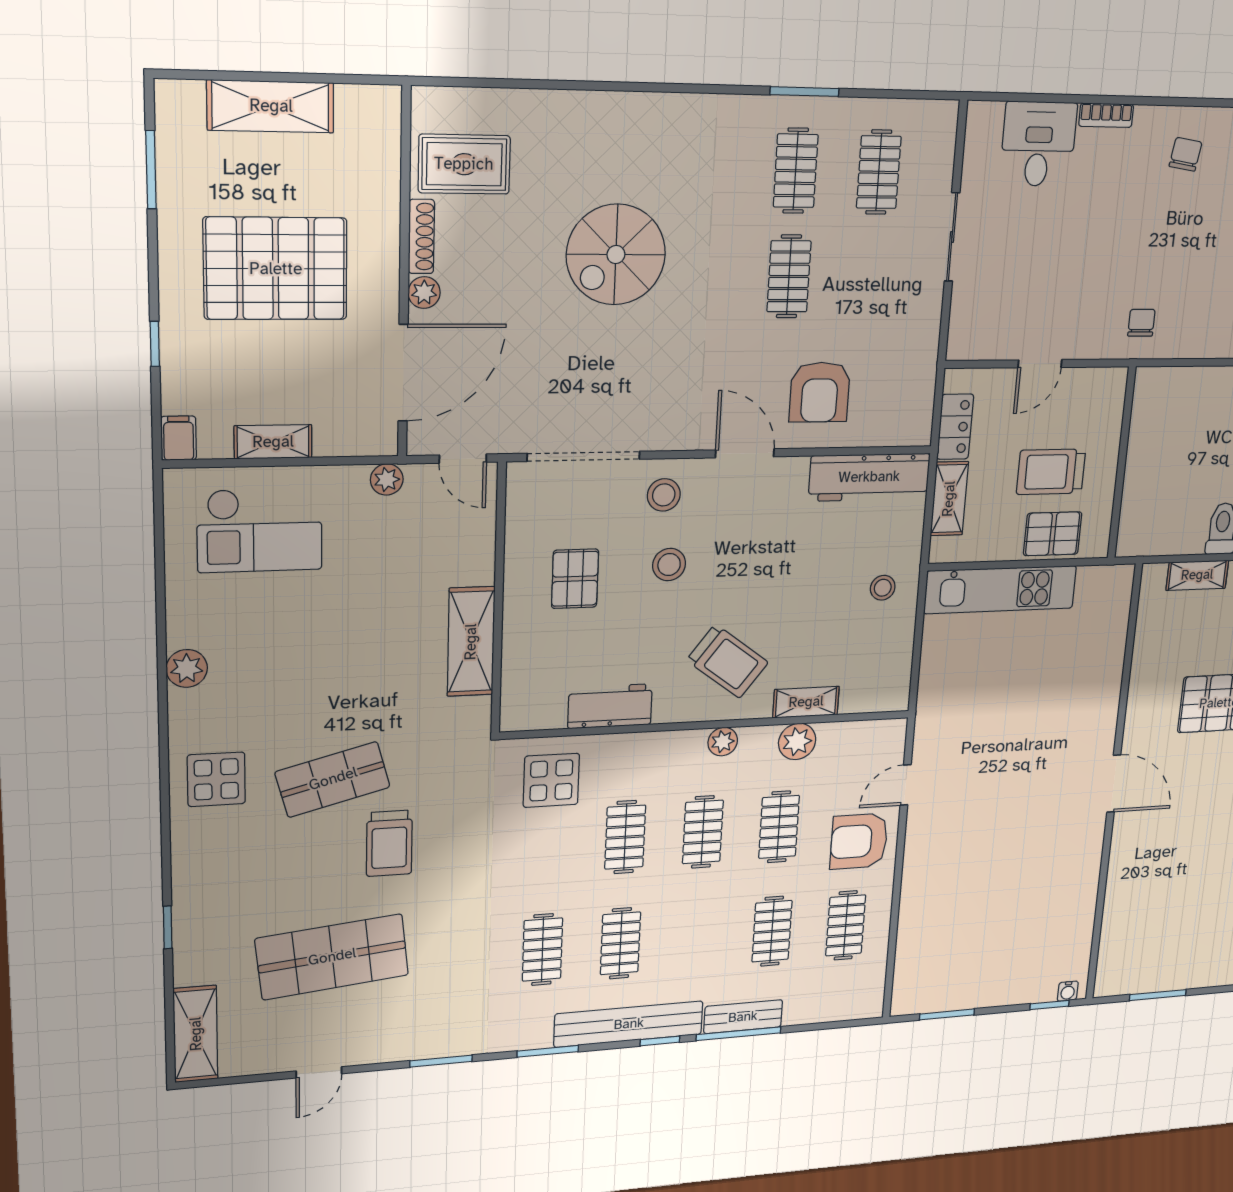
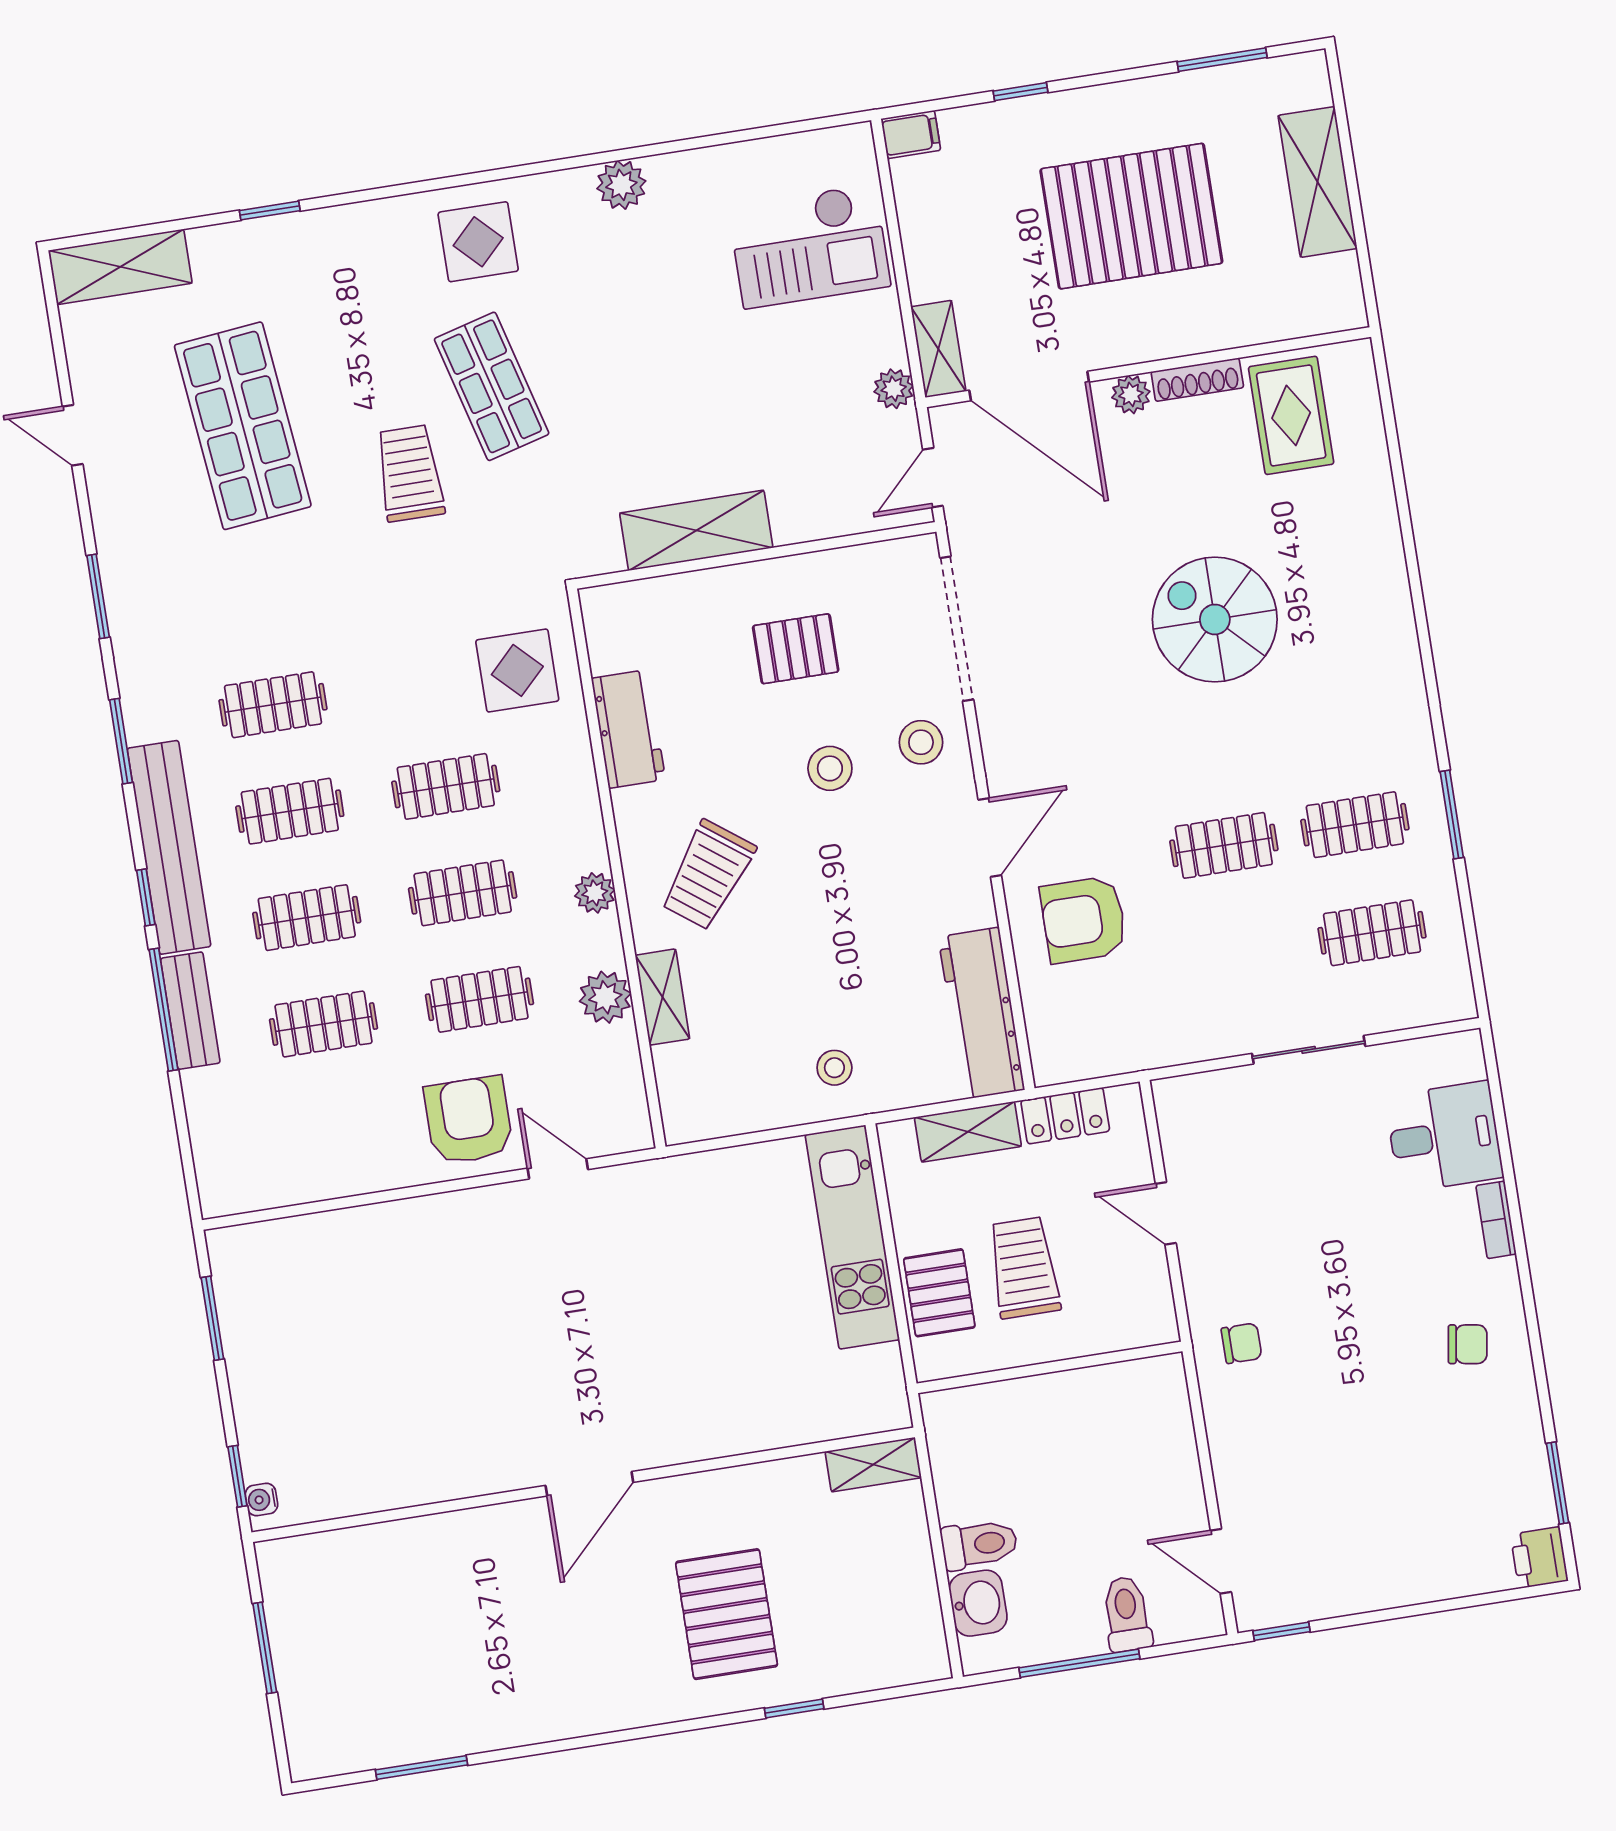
pallet: (276, 269) -> (1131, 216), turned 90
shelving: (273, 442) -> (938, 349), moved
checkout: (260, 530) -> (809, 246), turned -90
shelving: (1197, 575) -> (873, 1465), moved, turned 90
trolley: (389, 843) -> (410, 473), turned 90
clothes rail: (846, 925) -> (307, 918), moved

